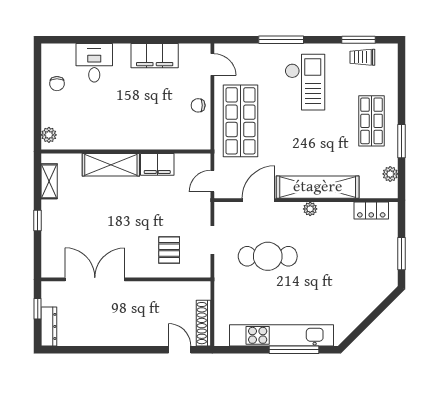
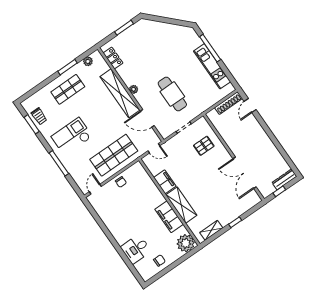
filing cabinet: (155, 56) -> (169, 217), moved, turned 180
plant: (49, 135) -> (186, 243), width x1.88, depth x1.88
kitchen unit: (281, 335) -> (212, 66), width x0.73

